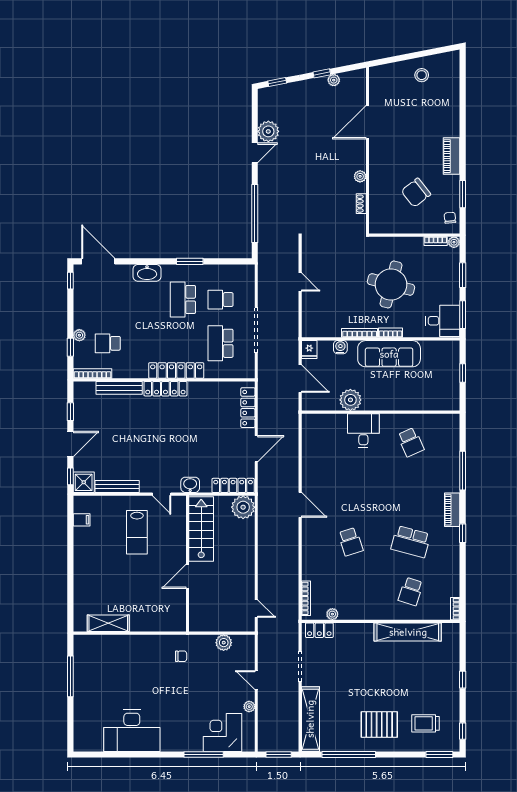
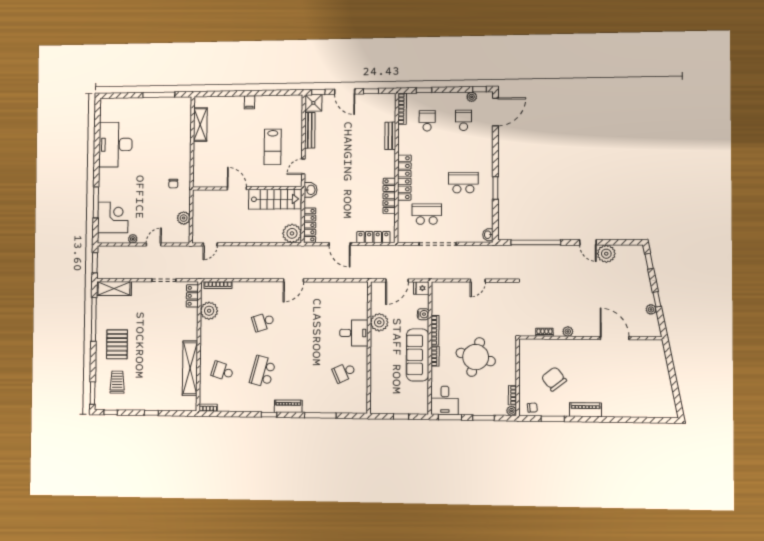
stool: (422, 75) -> (656, 385), removed
washbasin: (147, 273) -> (488, 235), moved, width x0.52, depth x0.69
school desk: (220, 300) -> (464, 120), moved
plant: (79, 335) -> (472, 97), moved
bench: (119, 388) -> (390, 136), width x0.73
locker: (165, 389) -> (389, 196), moved
filing cabinet: (82, 520) -> (249, 102), moved
lab bench: (137, 532) -> (273, 147), turned -90
plant: (332, 614) -> (209, 311), width x1.87, depth x1.87
shelving: (310, 719) -> (114, 288), width x0.68

